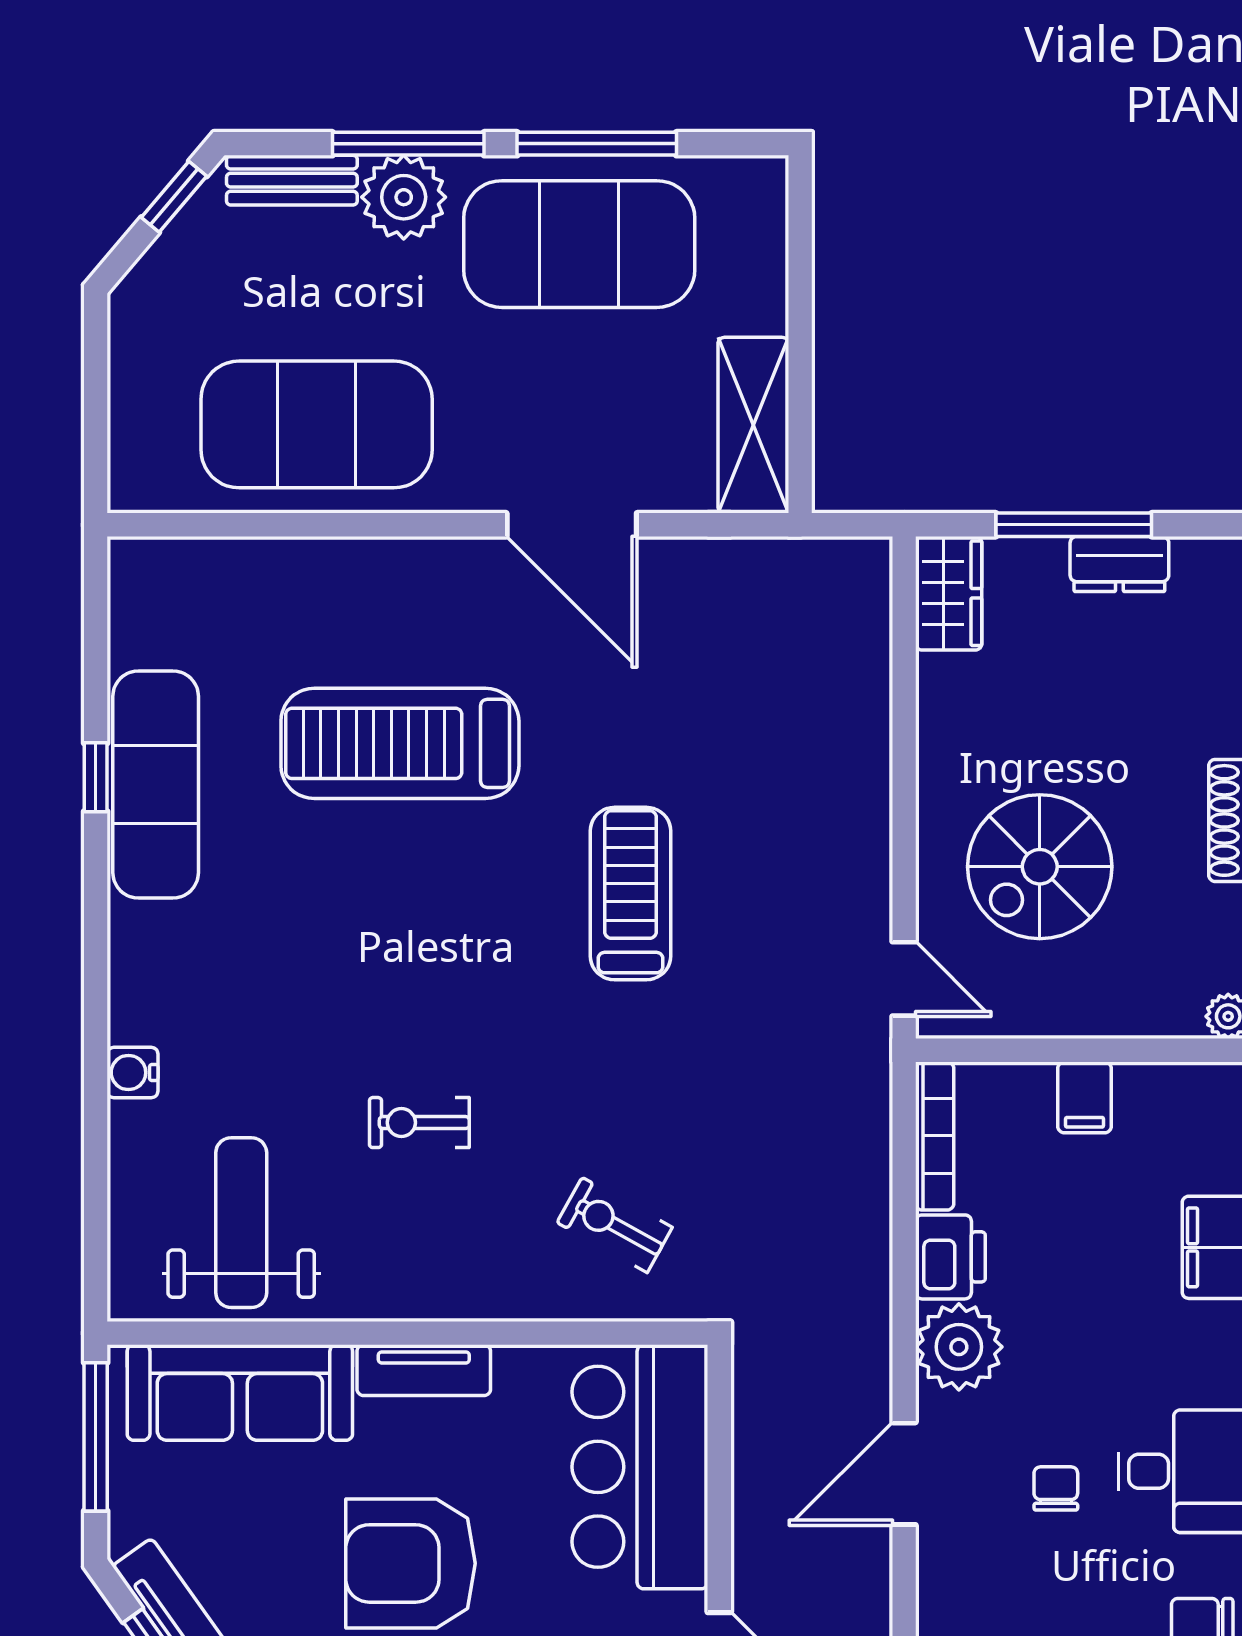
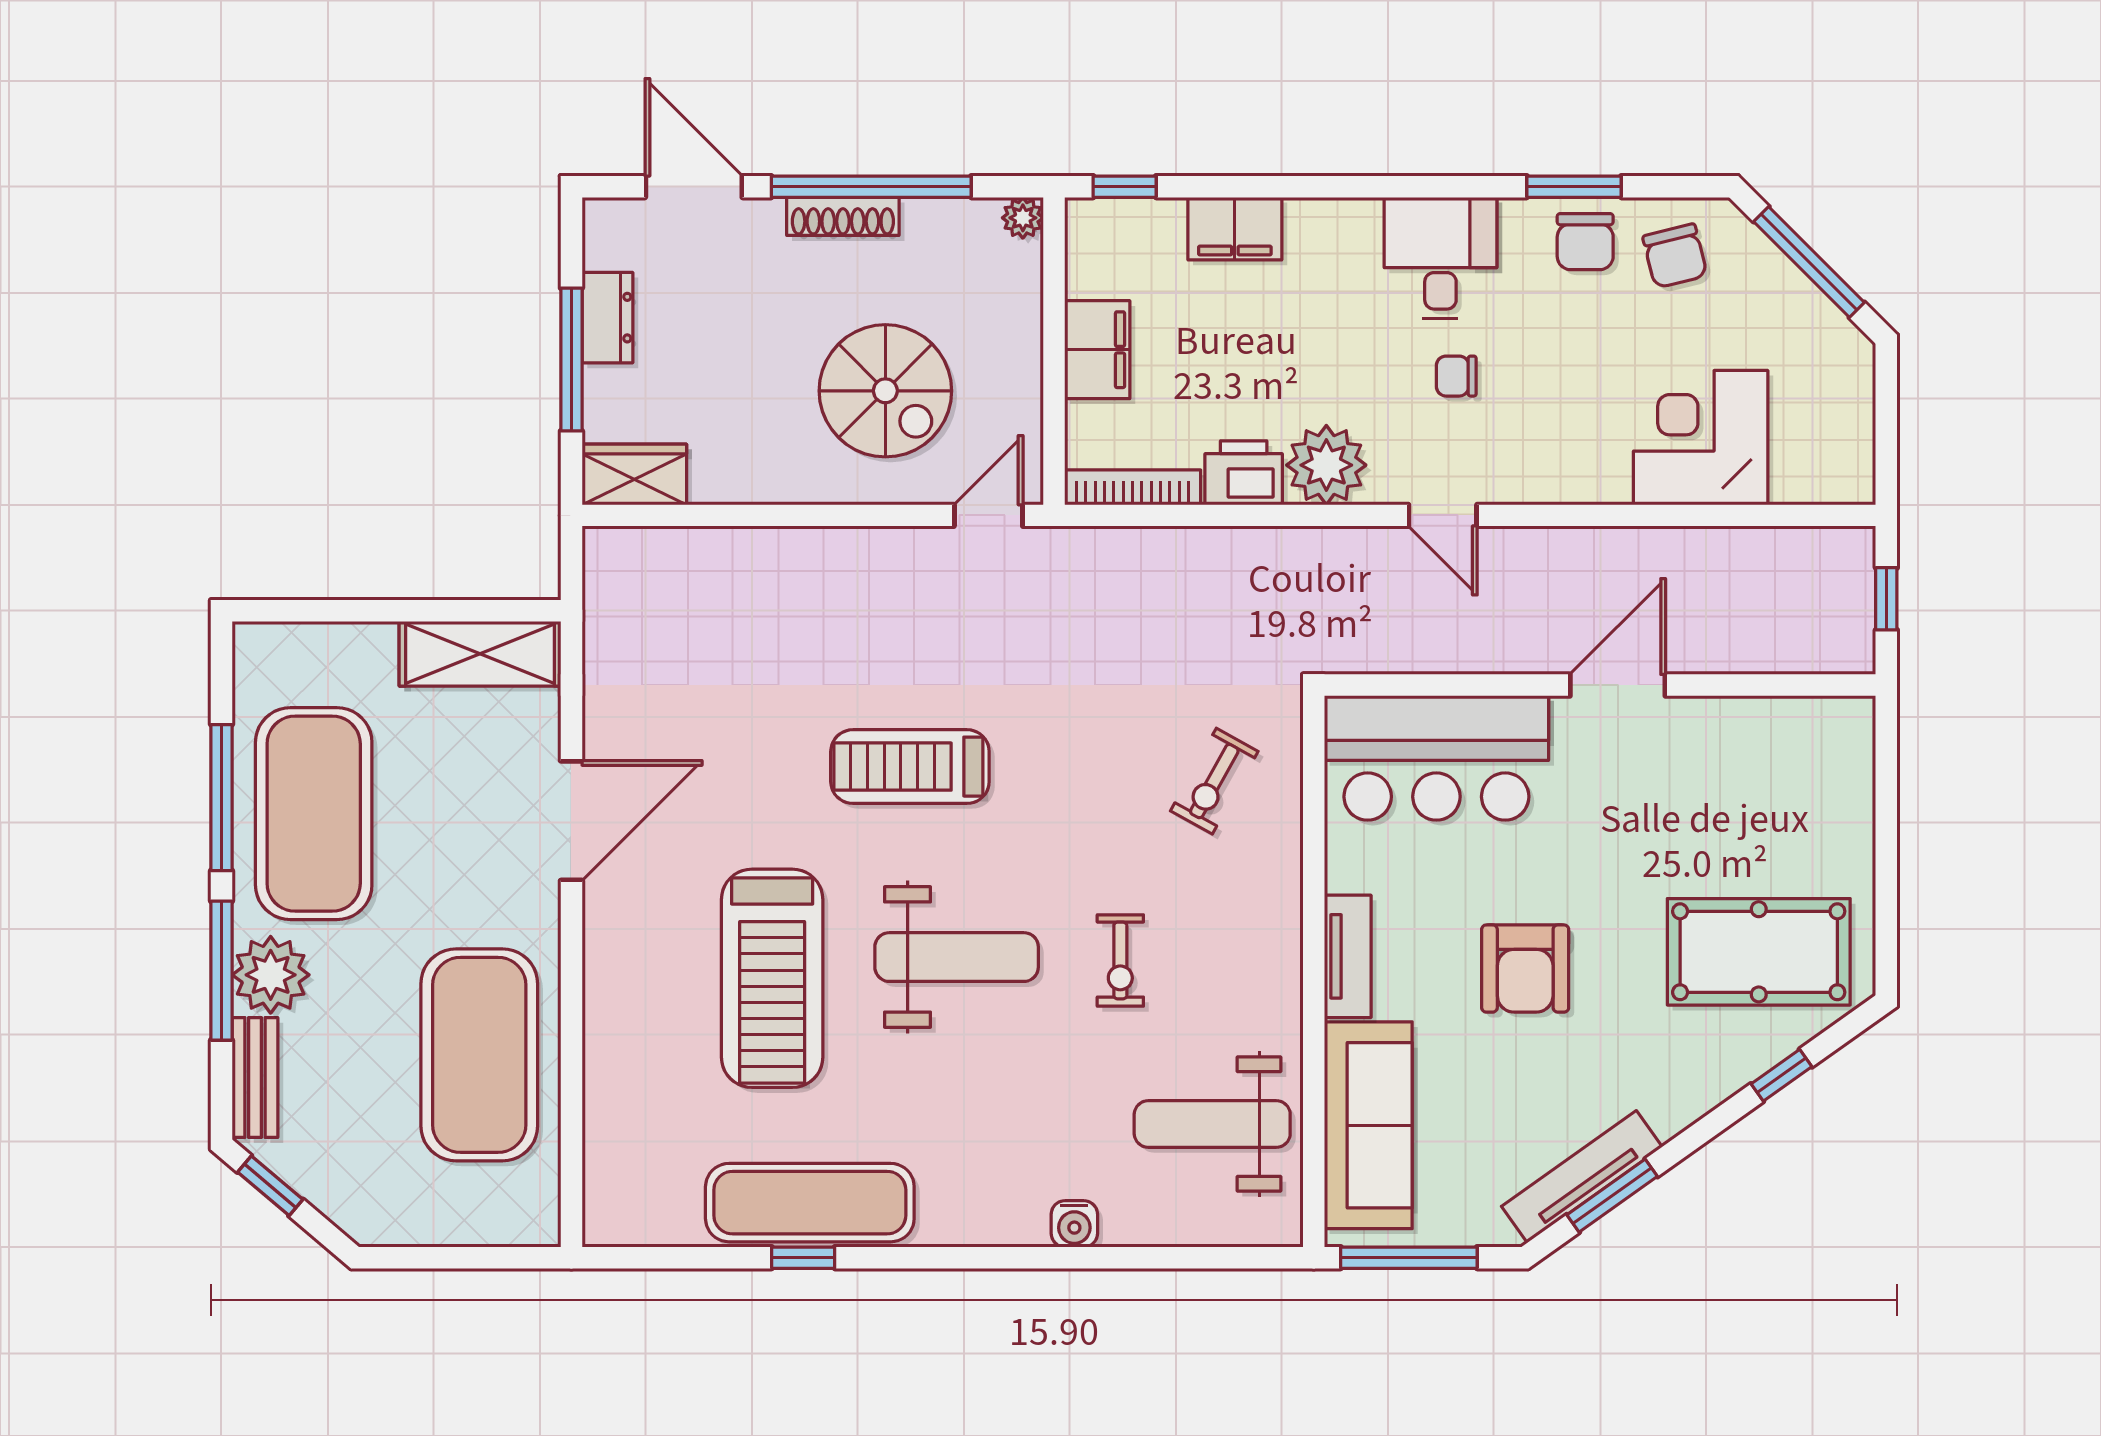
weight bench: (423, 944) -> (957, 957), added
filing cabinet: (1085, 1097) -> (1097, 350), width x2.00
door: (904, 1474) -> (1443, 515), width x0.73
armchair: (411, 1563) -> (1525, 969), width x0.73, depth x0.73

